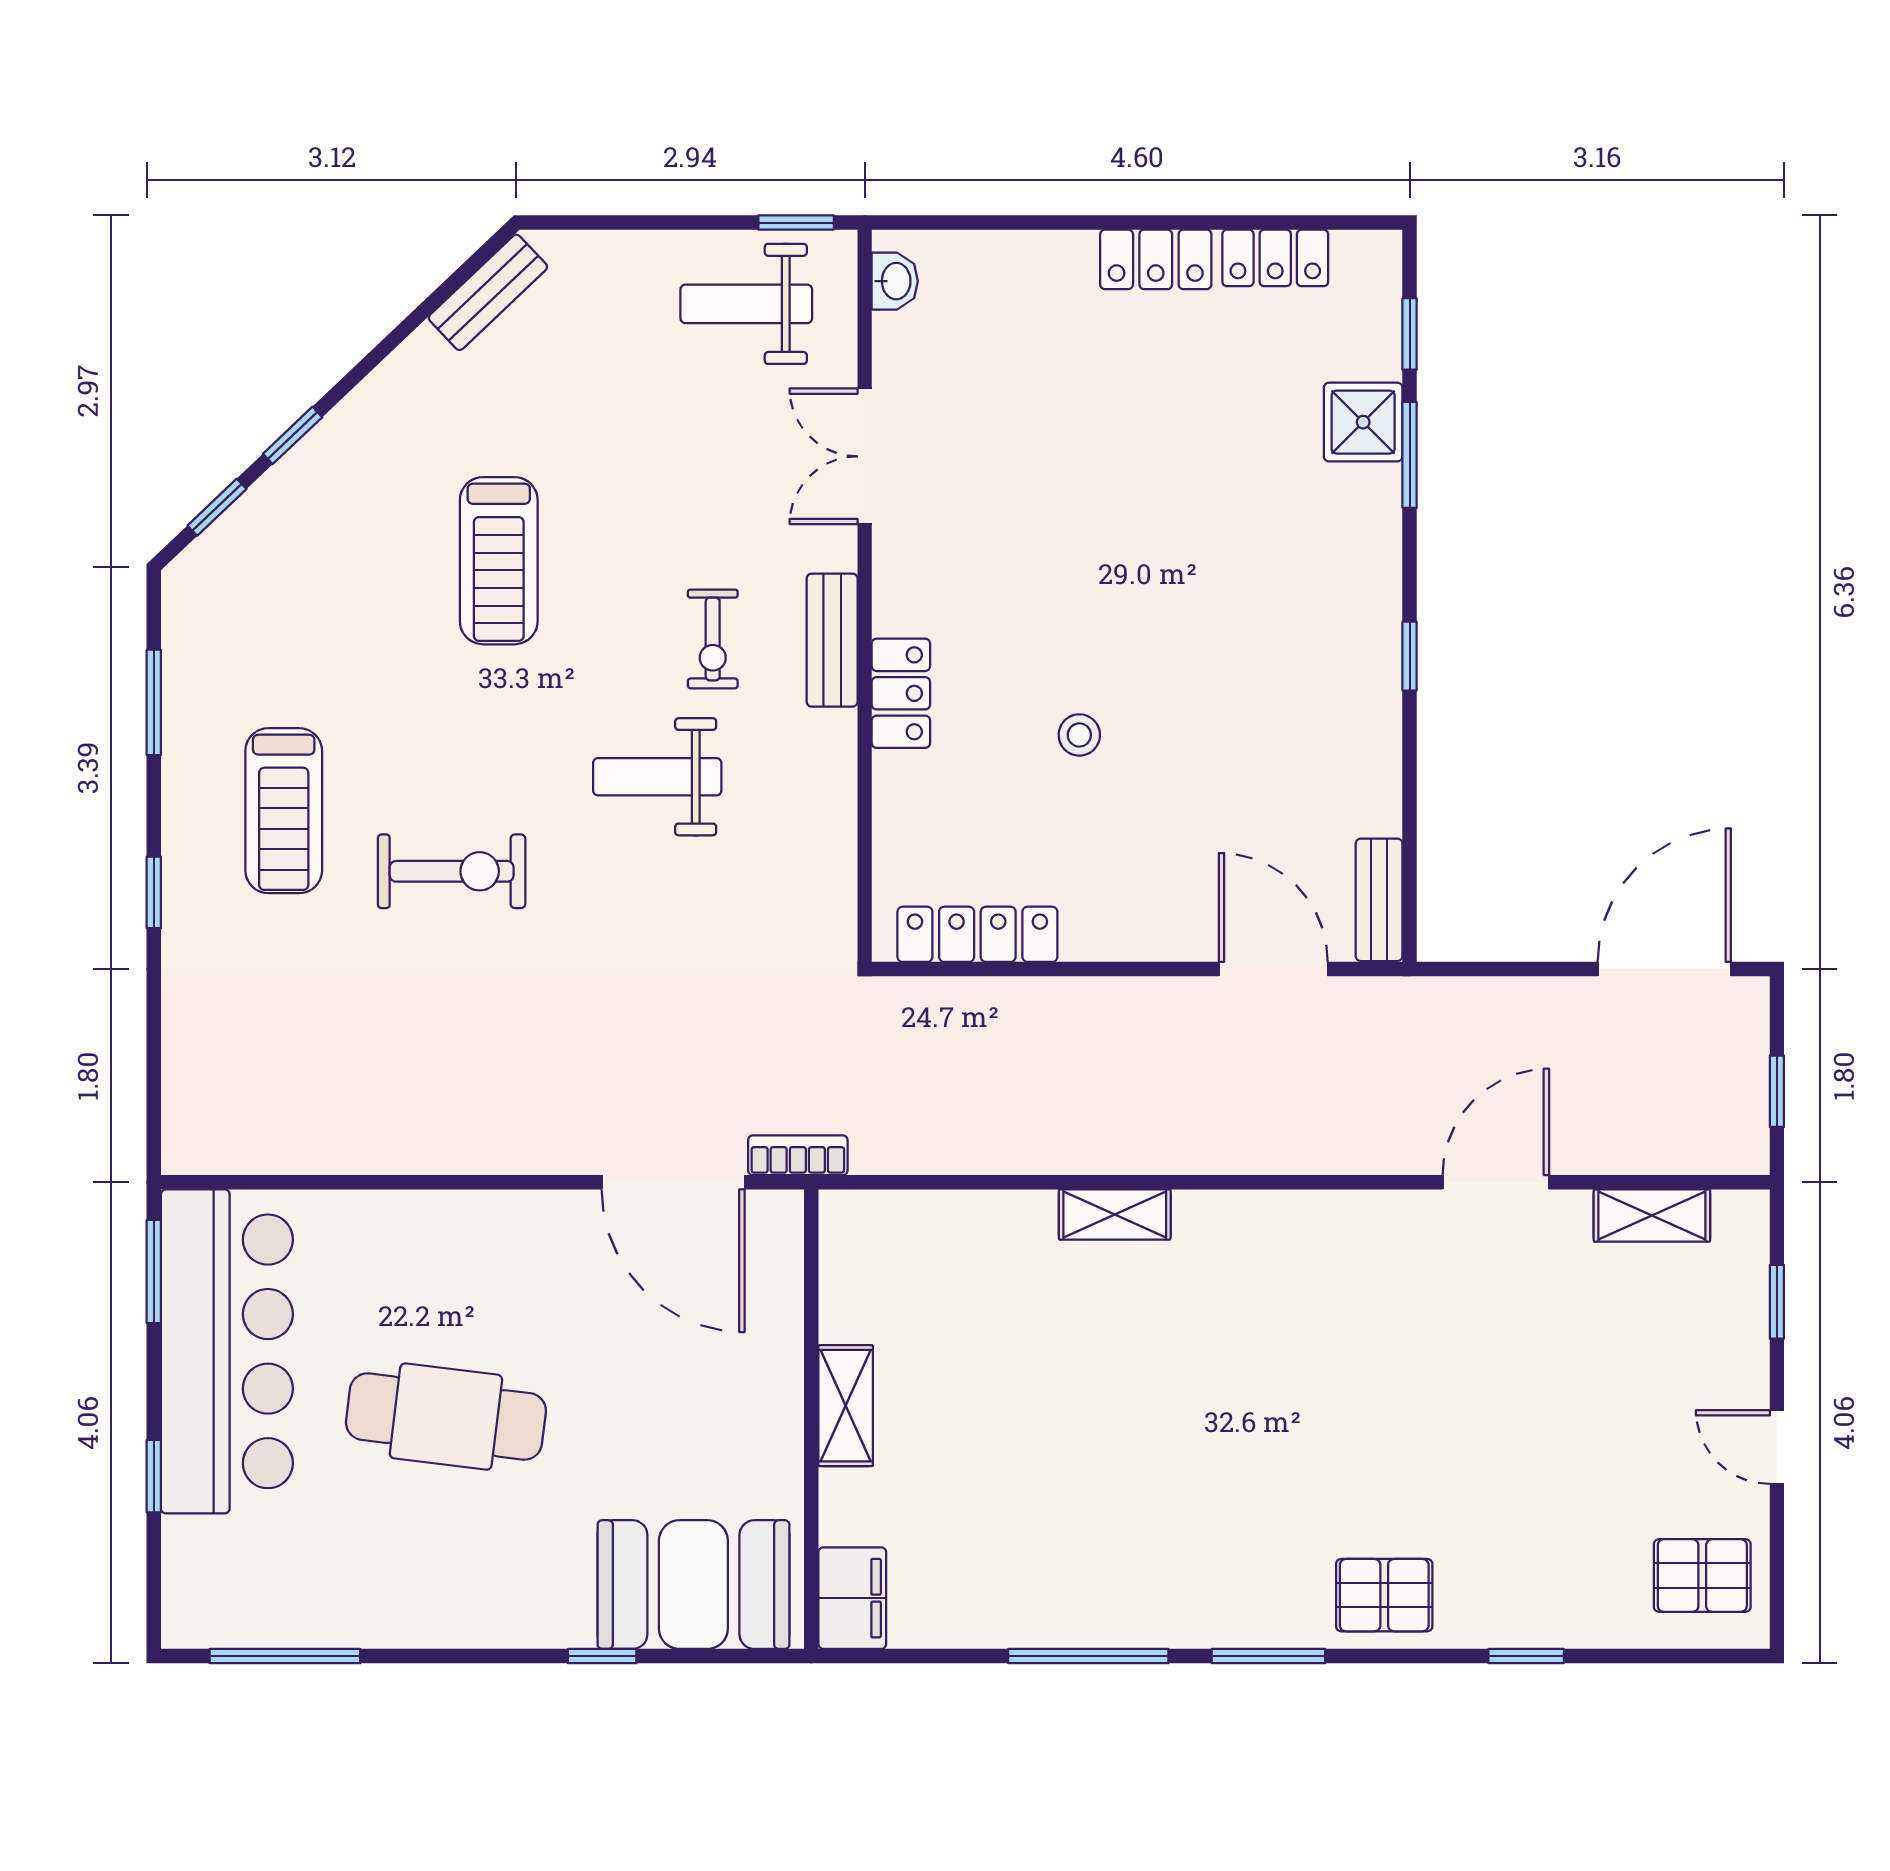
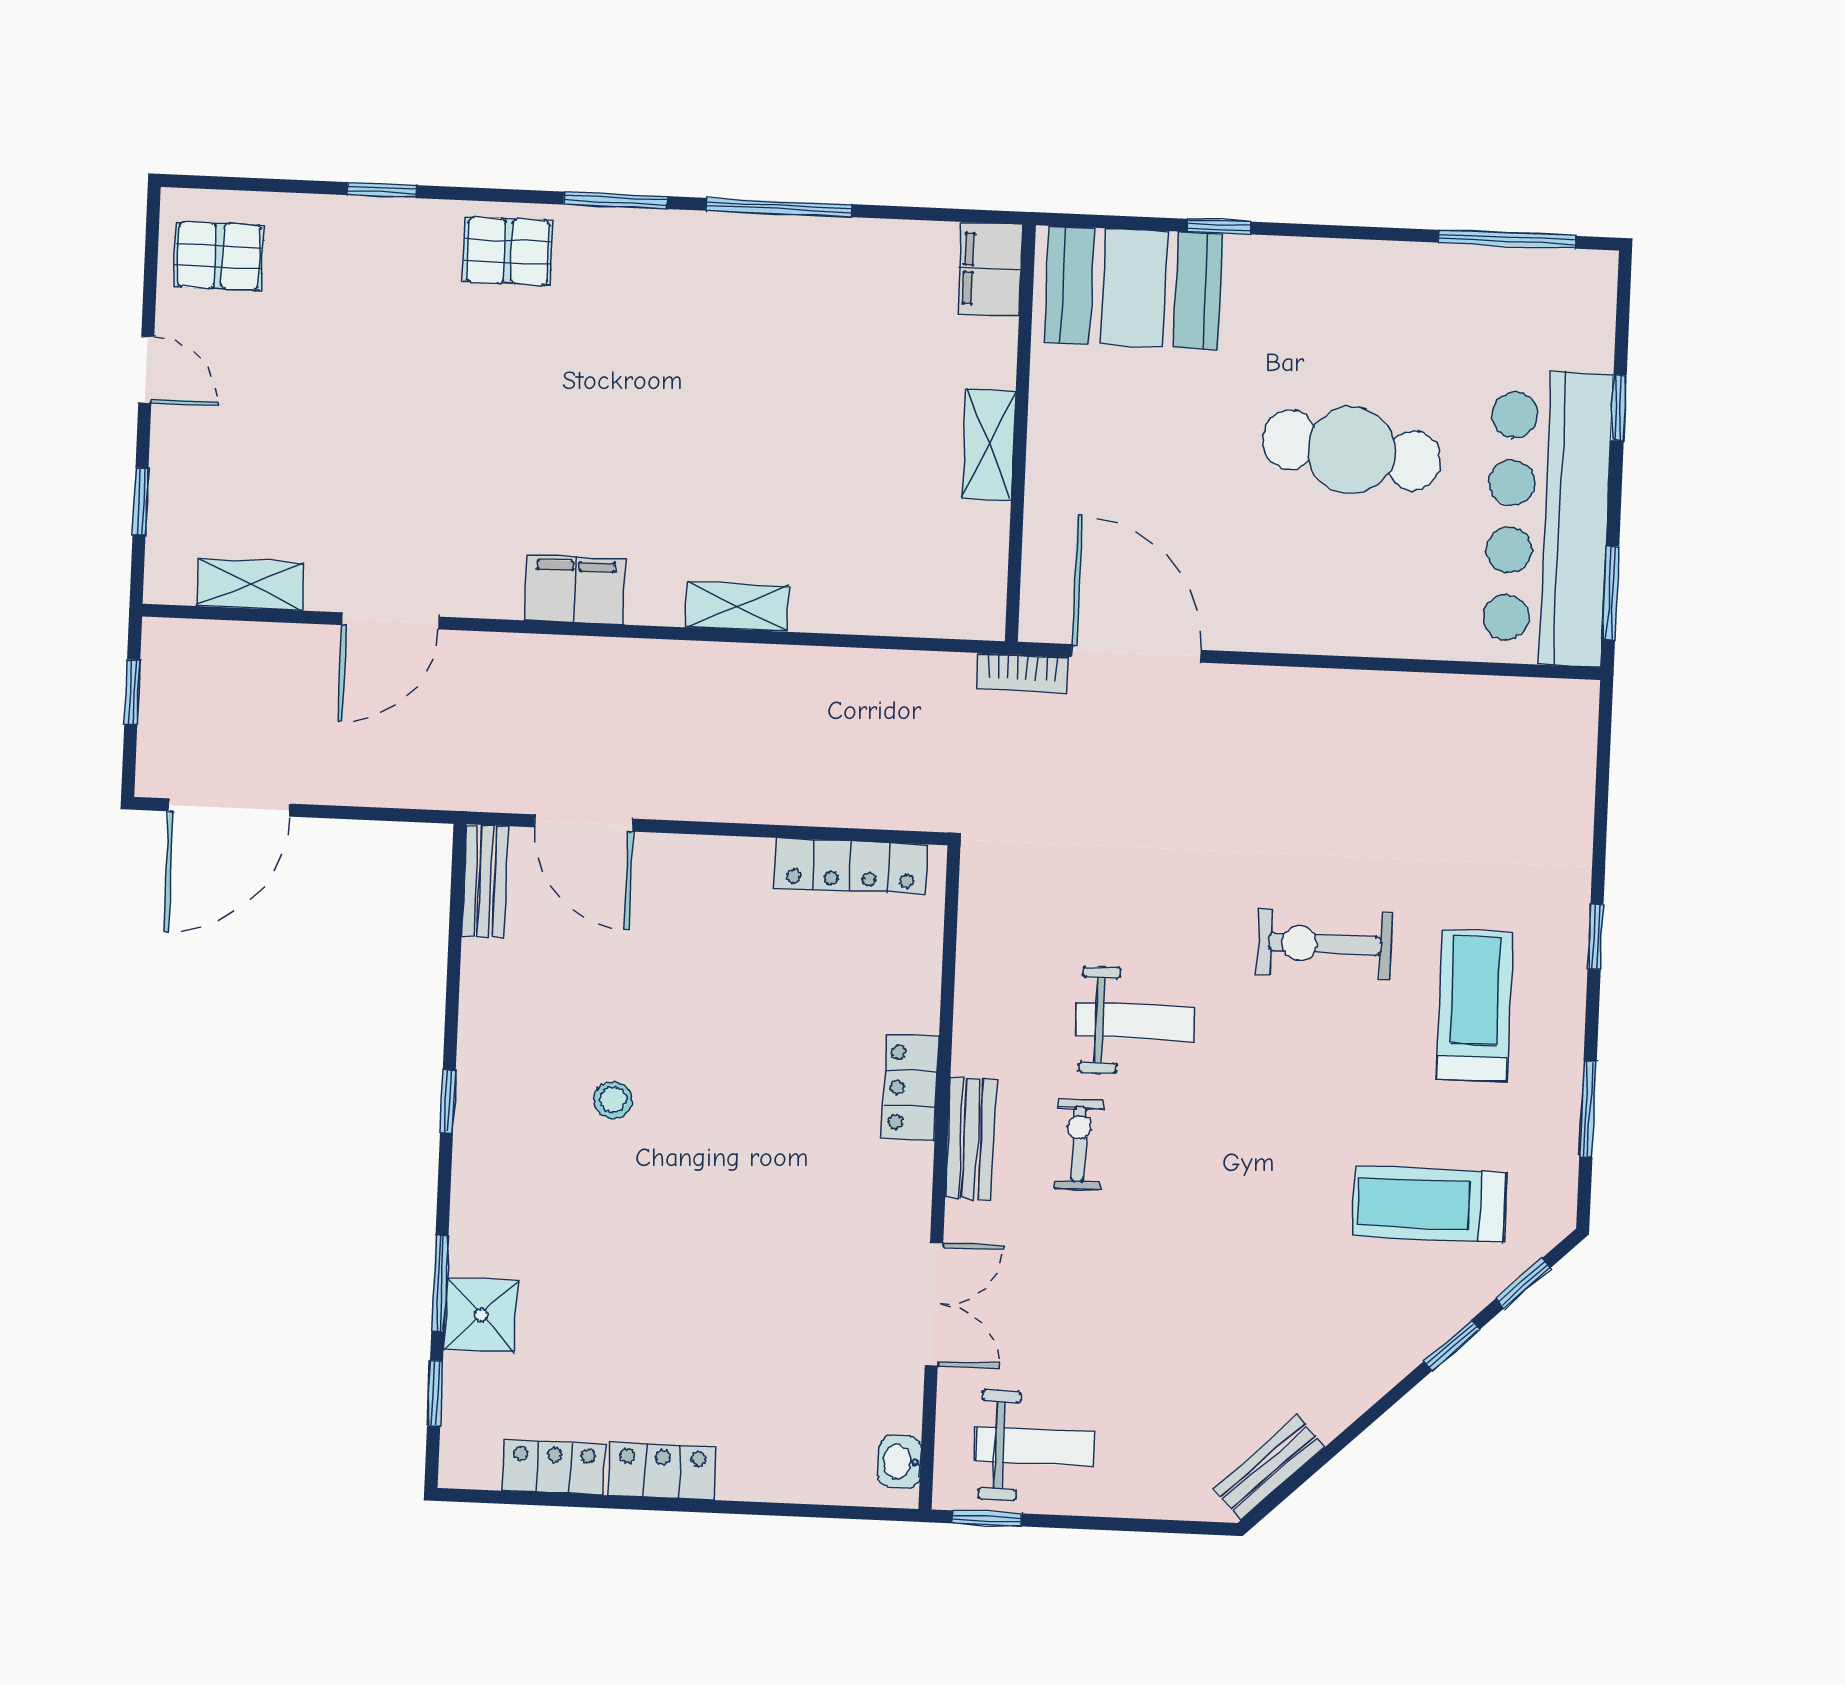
treadmill: (499, 561) -> (1429, 1204), moved, turned -90
stool: (1079, 735) -> (613, 1100), moved
filing cabinet: (1294, 1226) -> (575, 589), added

